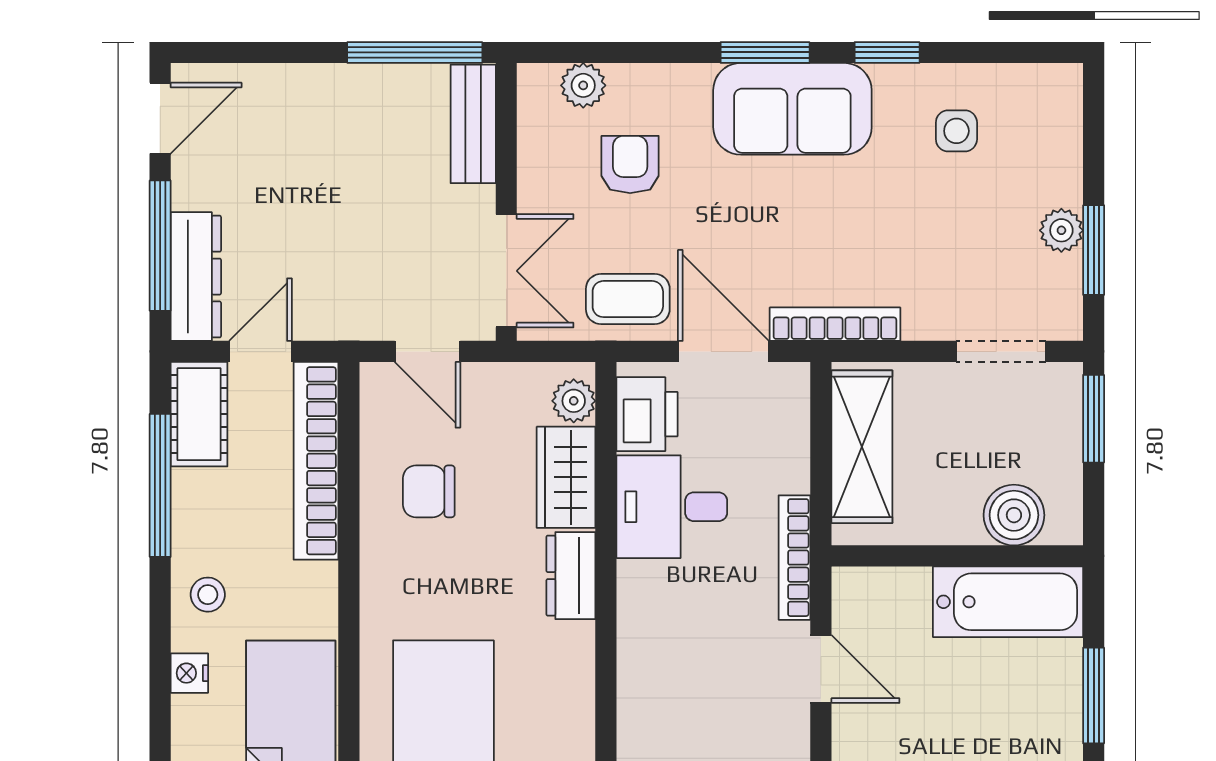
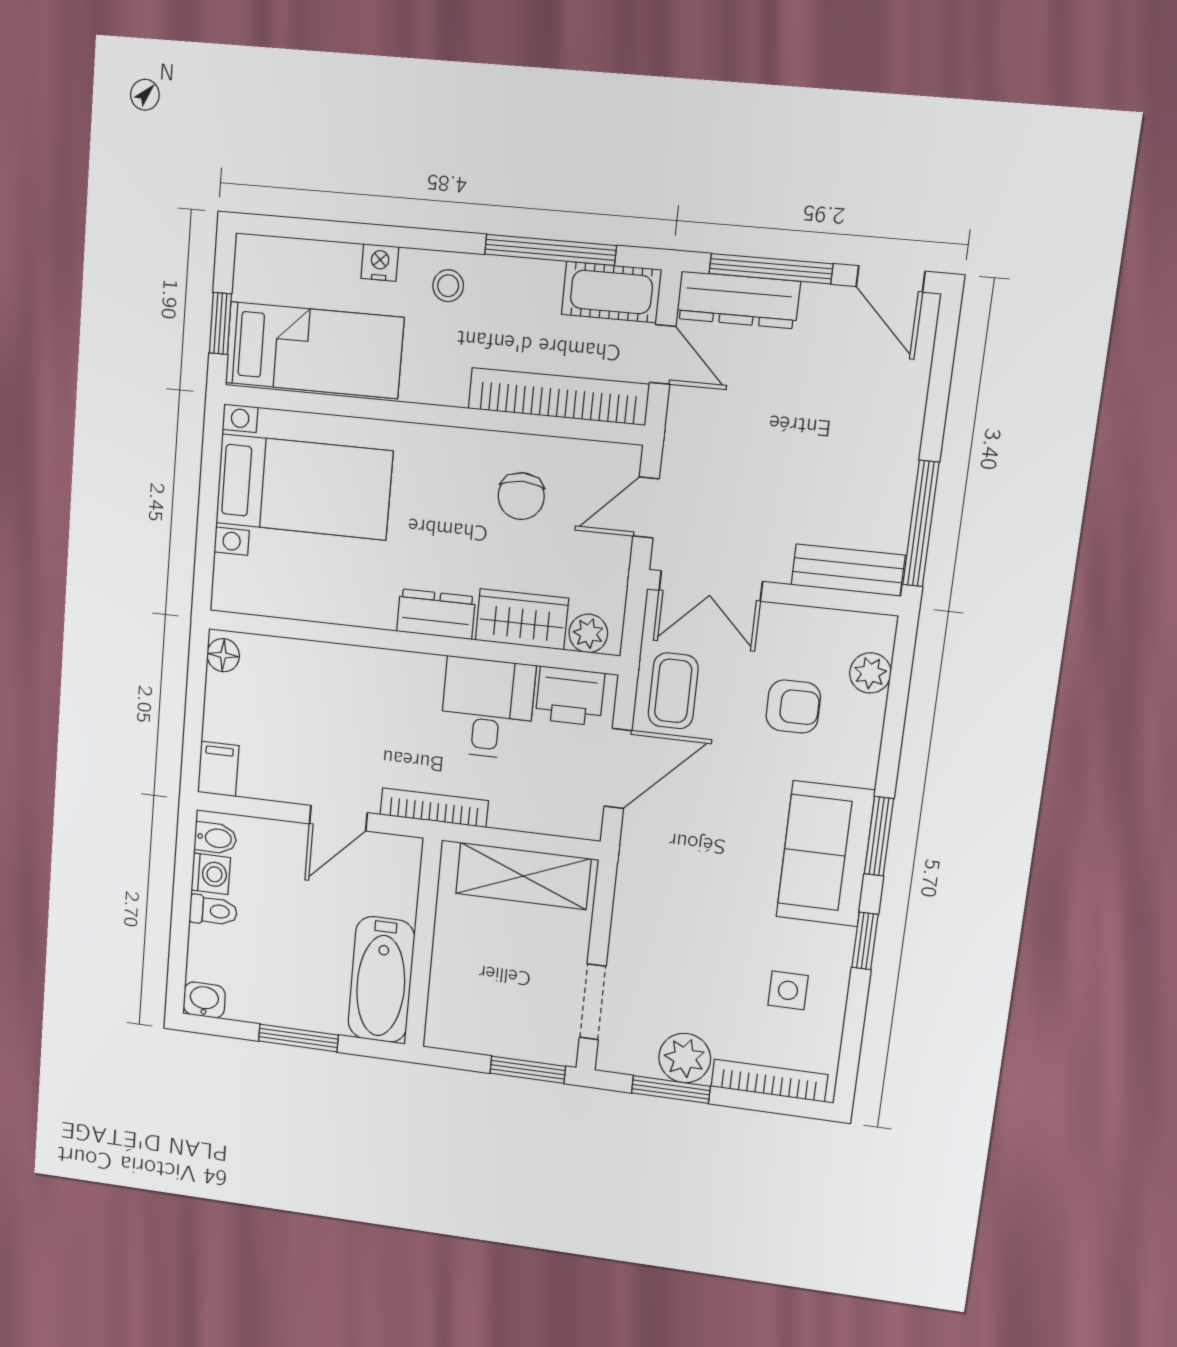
plant: (1061, 230) -> (685, 1058), width x1.38, depth x1.38
bookcase: (835, 324) -> (769, 1081), moved, turned -90
chair: (429, 491) -> (521, 496), turned 180
boiler: (1014, 515) -> (453, 994), removed

